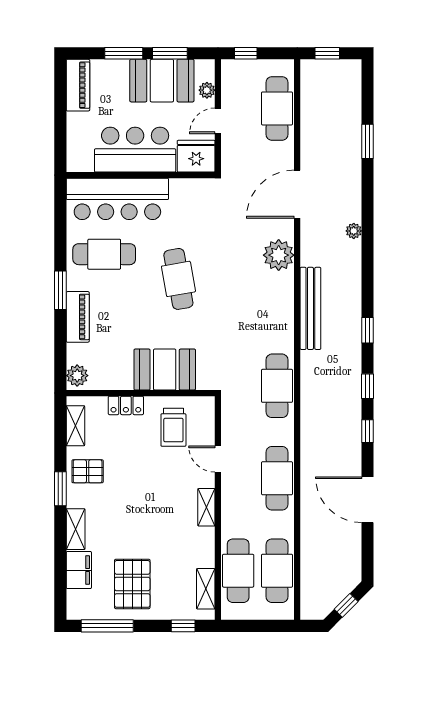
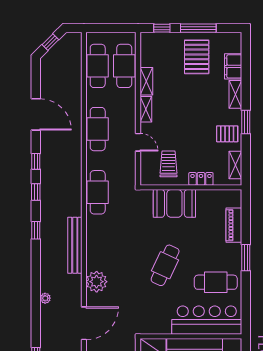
cafe table: (178, 279) -> (165, 265), turned 35
piano: (78, 317) -> (234, 225), moved
plant: (77, 376) -> (234, 199), removed
shelving: (206, 589) -> (146, 81), moved
window: (107, 626) -> (198, 28), moved

